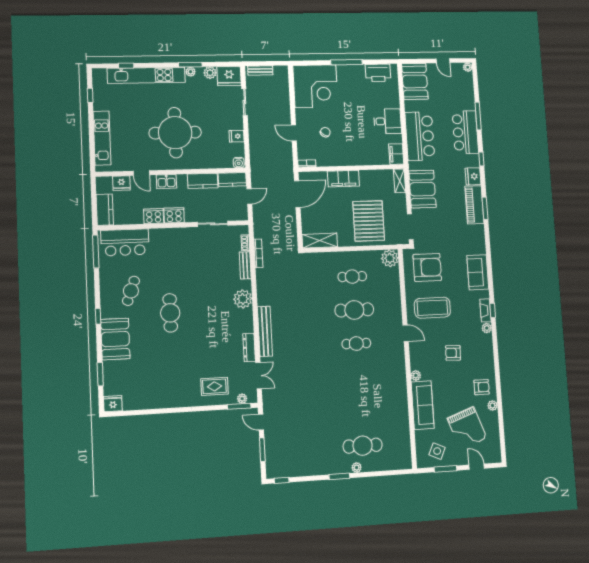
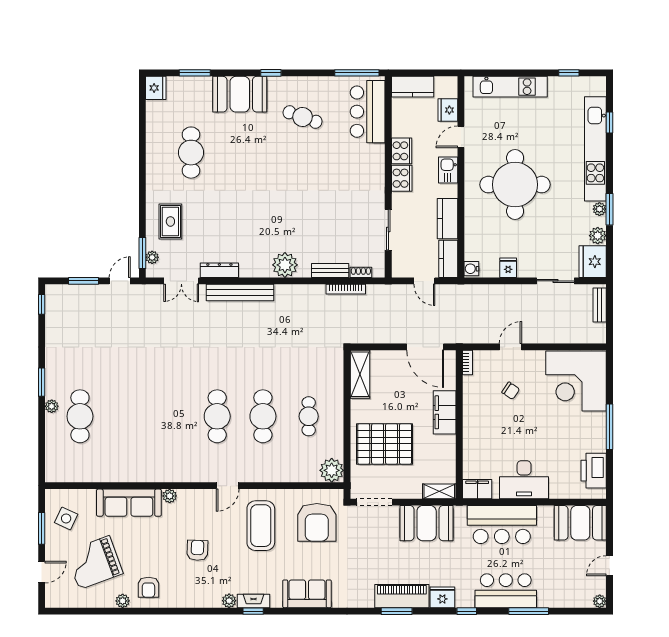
desk: (387, 121) -> (524, 480), width x1.37
cafe table: (170, 313) -> (191, 153), moved, turned 90
cafe table: (356, 344) -> (217, 416), width x1.37, depth x1.35

